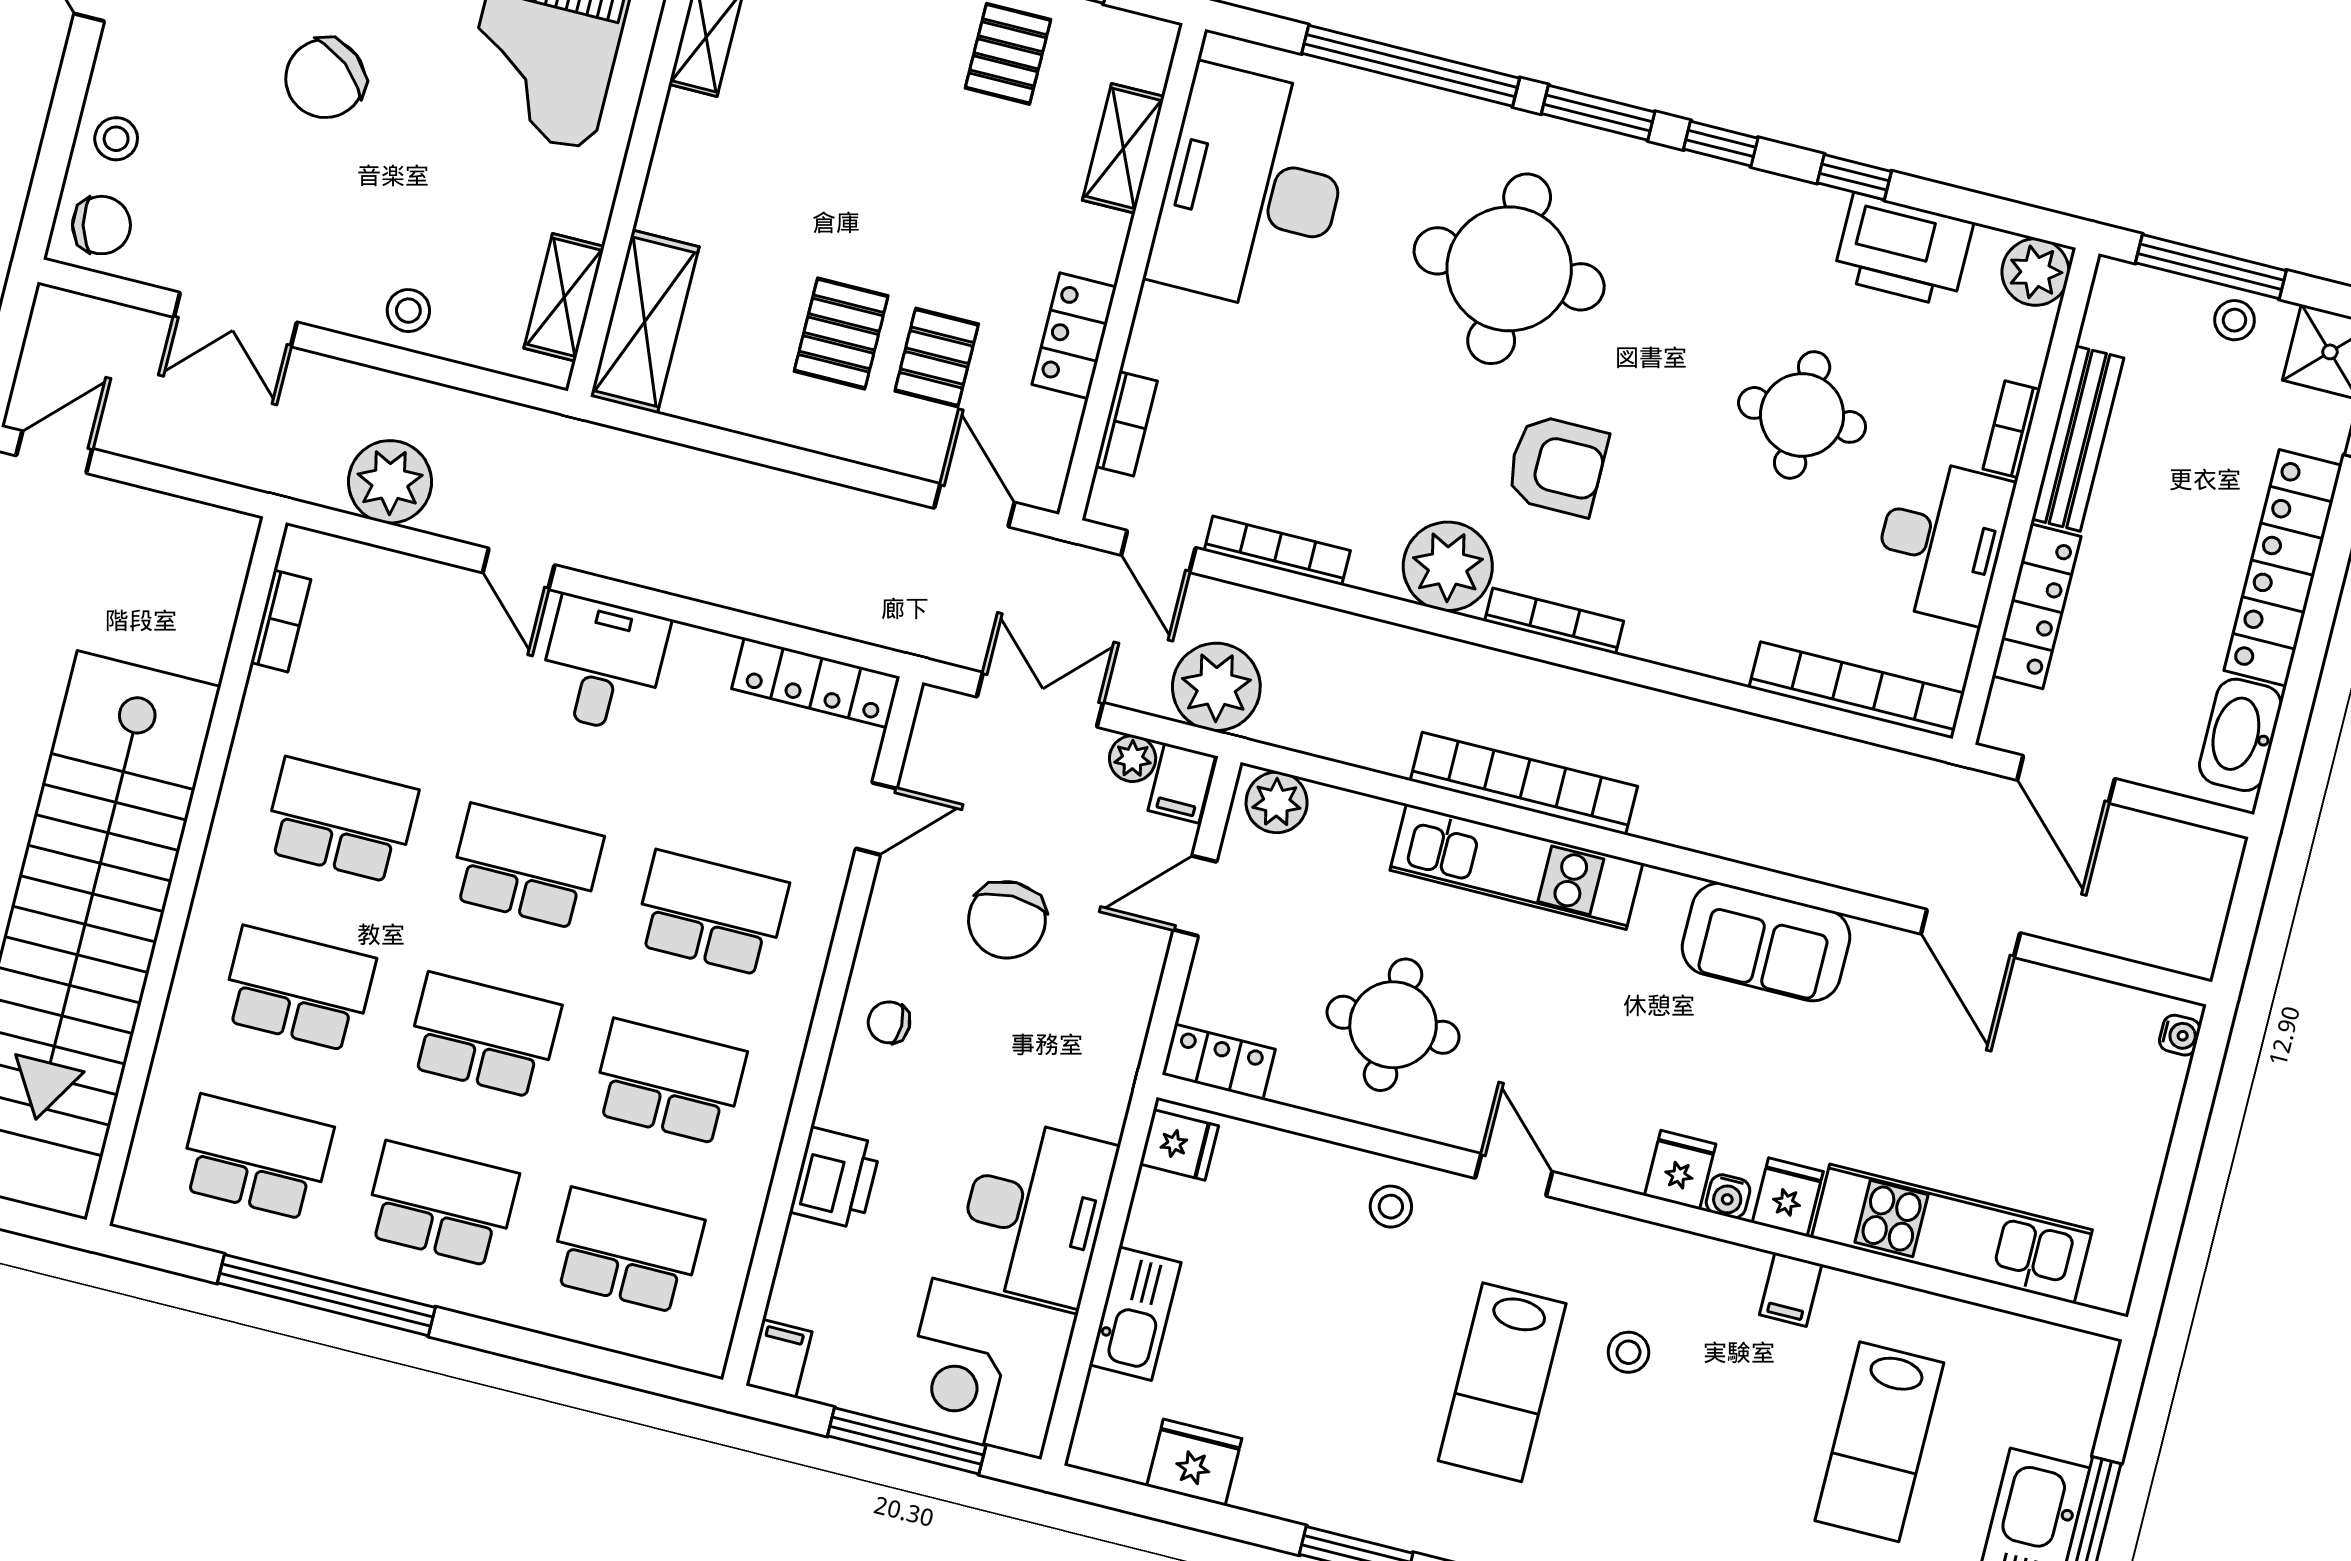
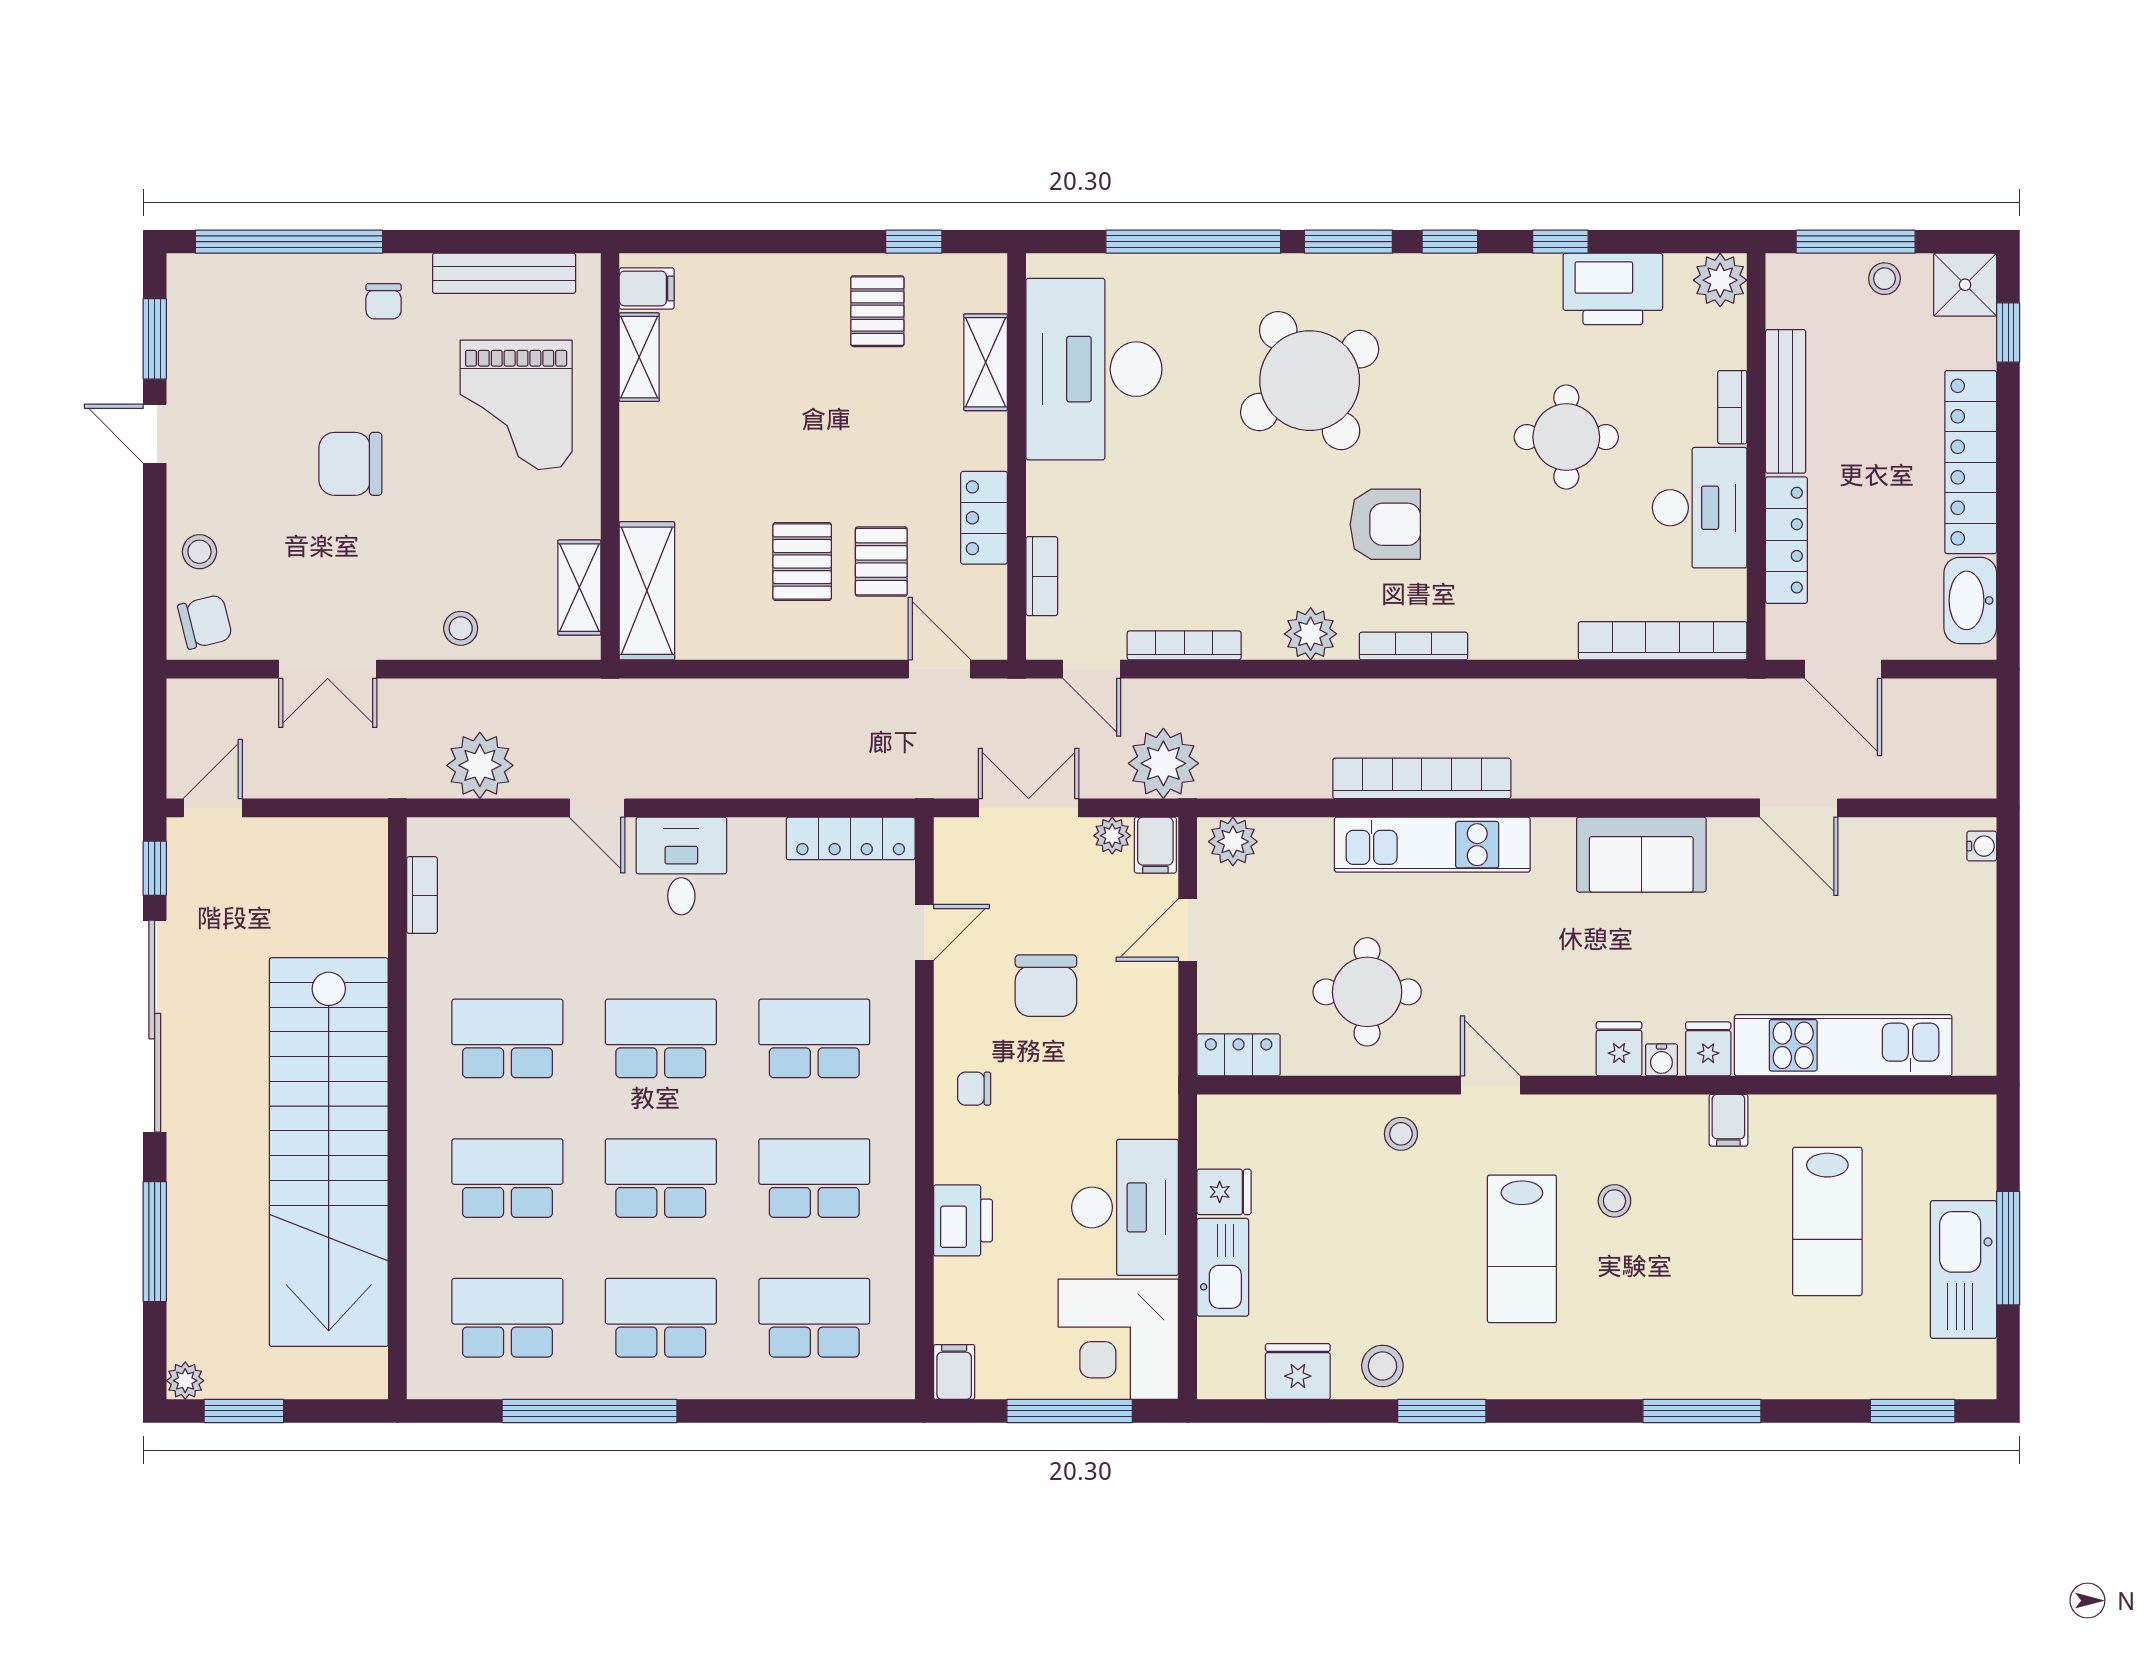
chair: (325, 78) -> (350, 464), turned 51
round table: (1509, 269) -> (1310, 381), turned -32
plant: (1448, 566) -> (1311, 634), width x0.73, depth x0.73
fridge: (1179, 1145) -> (1224, 1192), moved
stool: (1298, 1481) -> (1382, 1366), added

